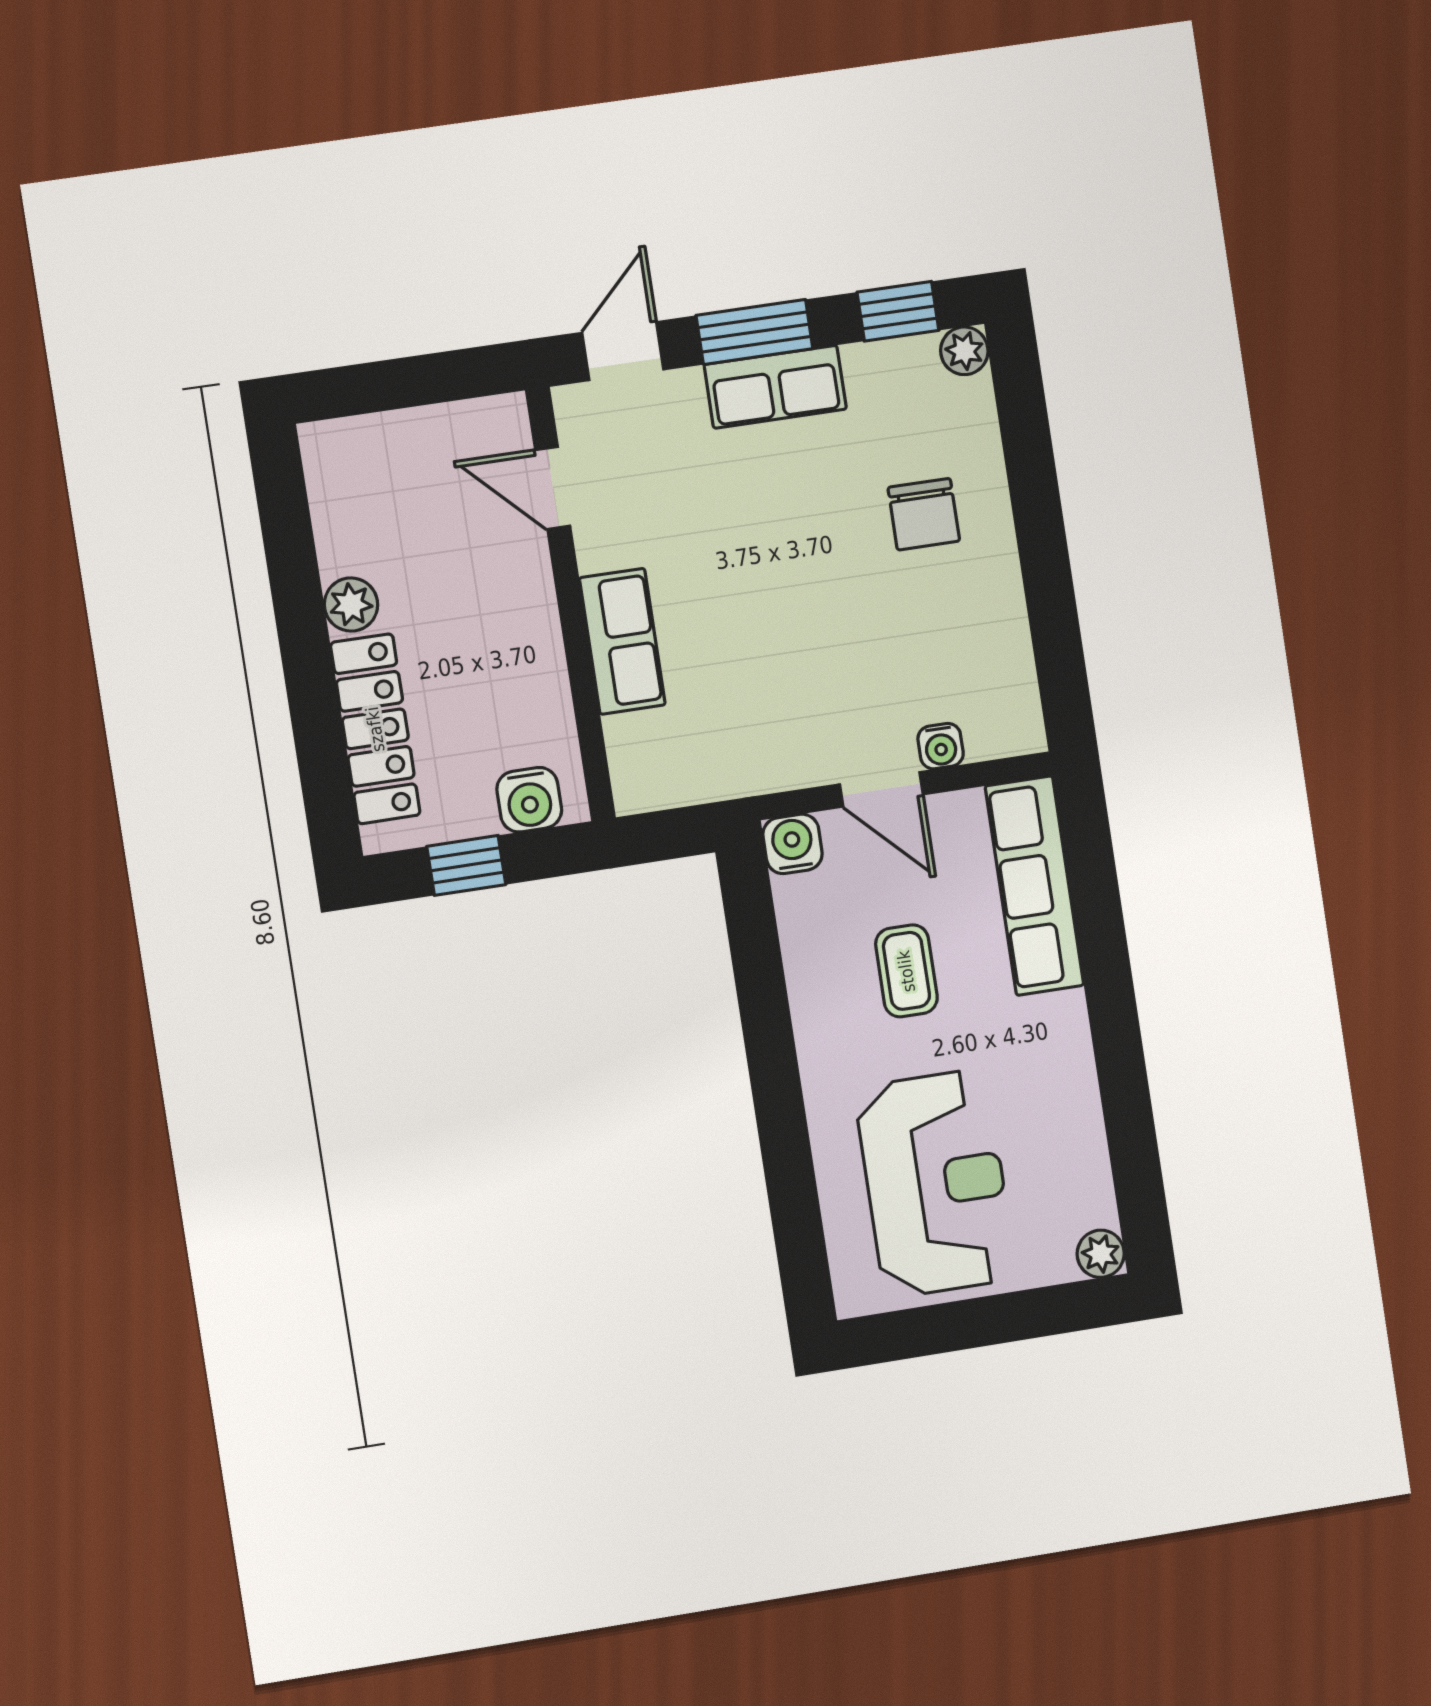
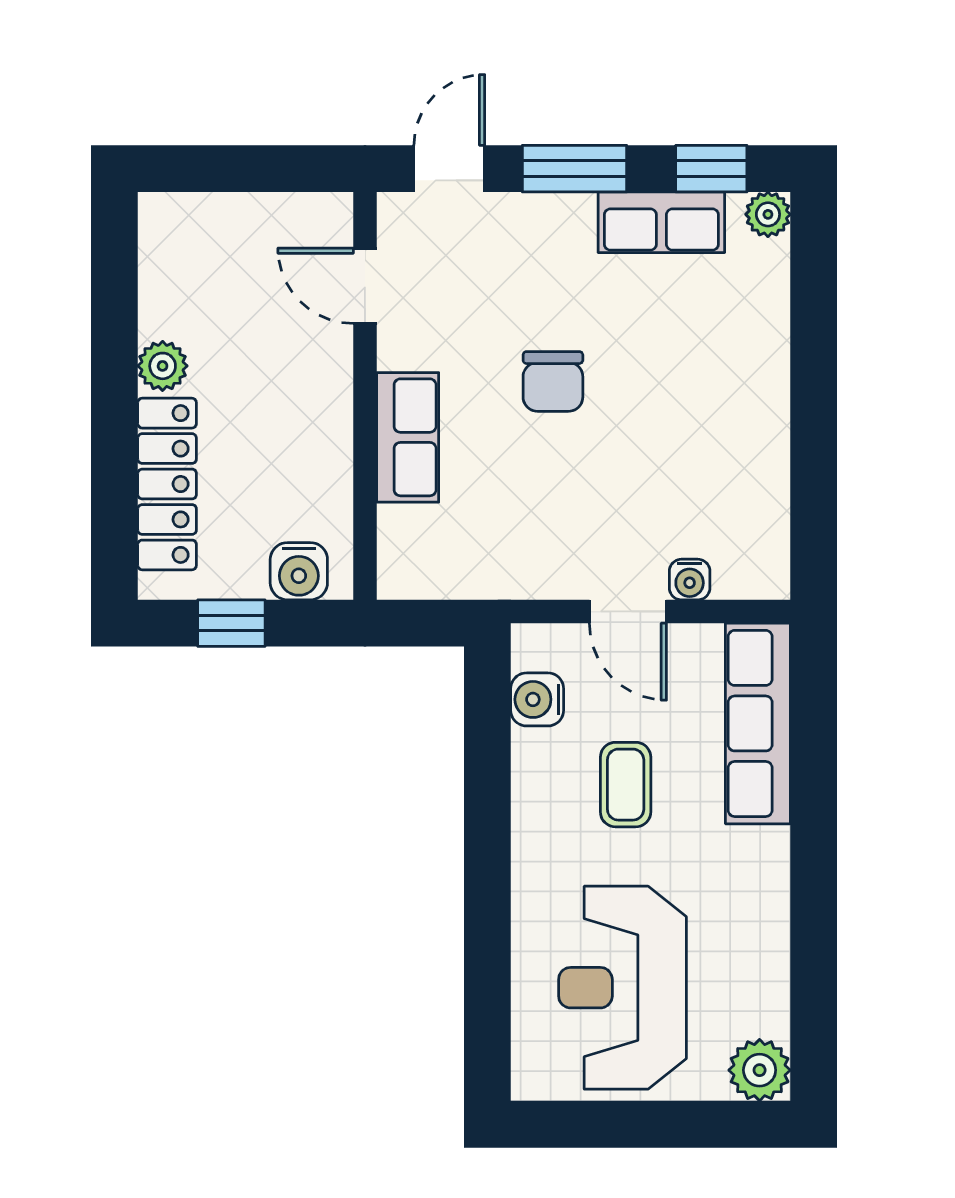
row of seats: (775, 387) -> (661, 222), moved
chair: (924, 514) -> (553, 381), moved
water cooler: (793, 844) -> (537, 699), moved, turned -90
reception desk: (935, 1183) -> (623, 988), turned 180
plant: (1101, 1254) -> (760, 1070), width x1.38, depth x1.38

